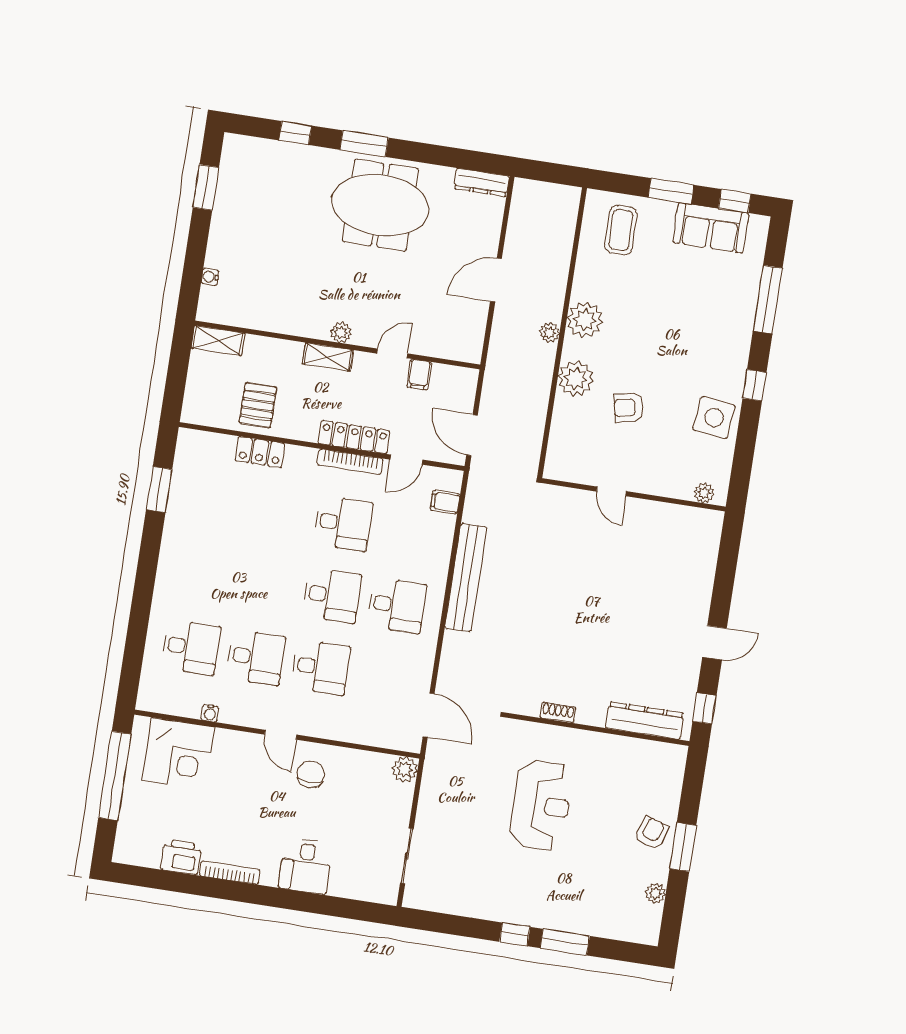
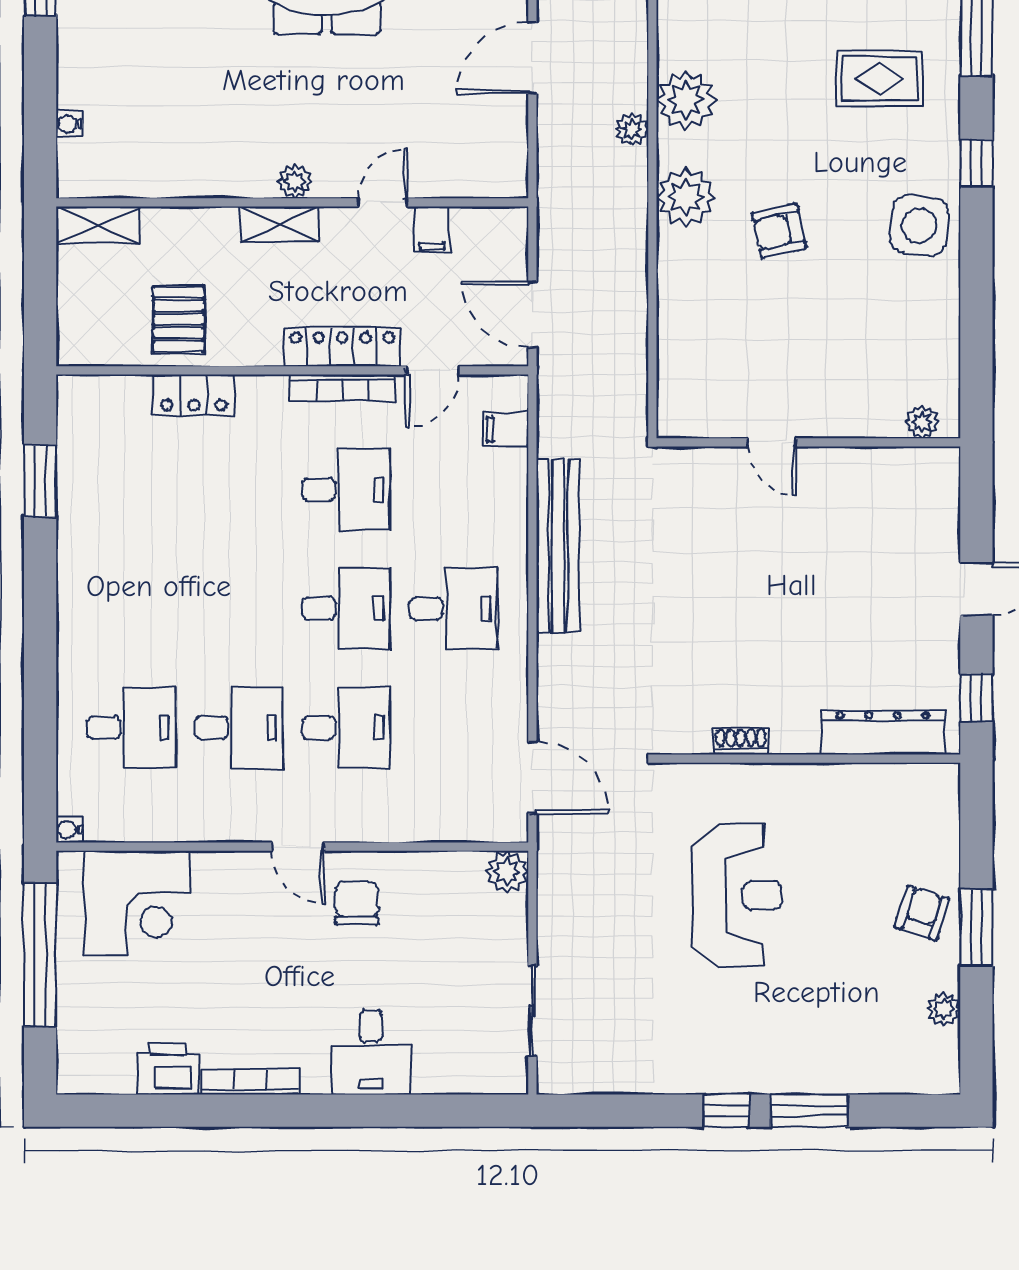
rug: (704, 325) -> (880, 78), added
door: (611, 491) -> (772, 442), moved
plant: (704, 493) -> (922, 422), moved
wall: (634, 495) -> (808, 442), moved
water cooler: (210, 713) -> (69, 830), moved, turned 90

